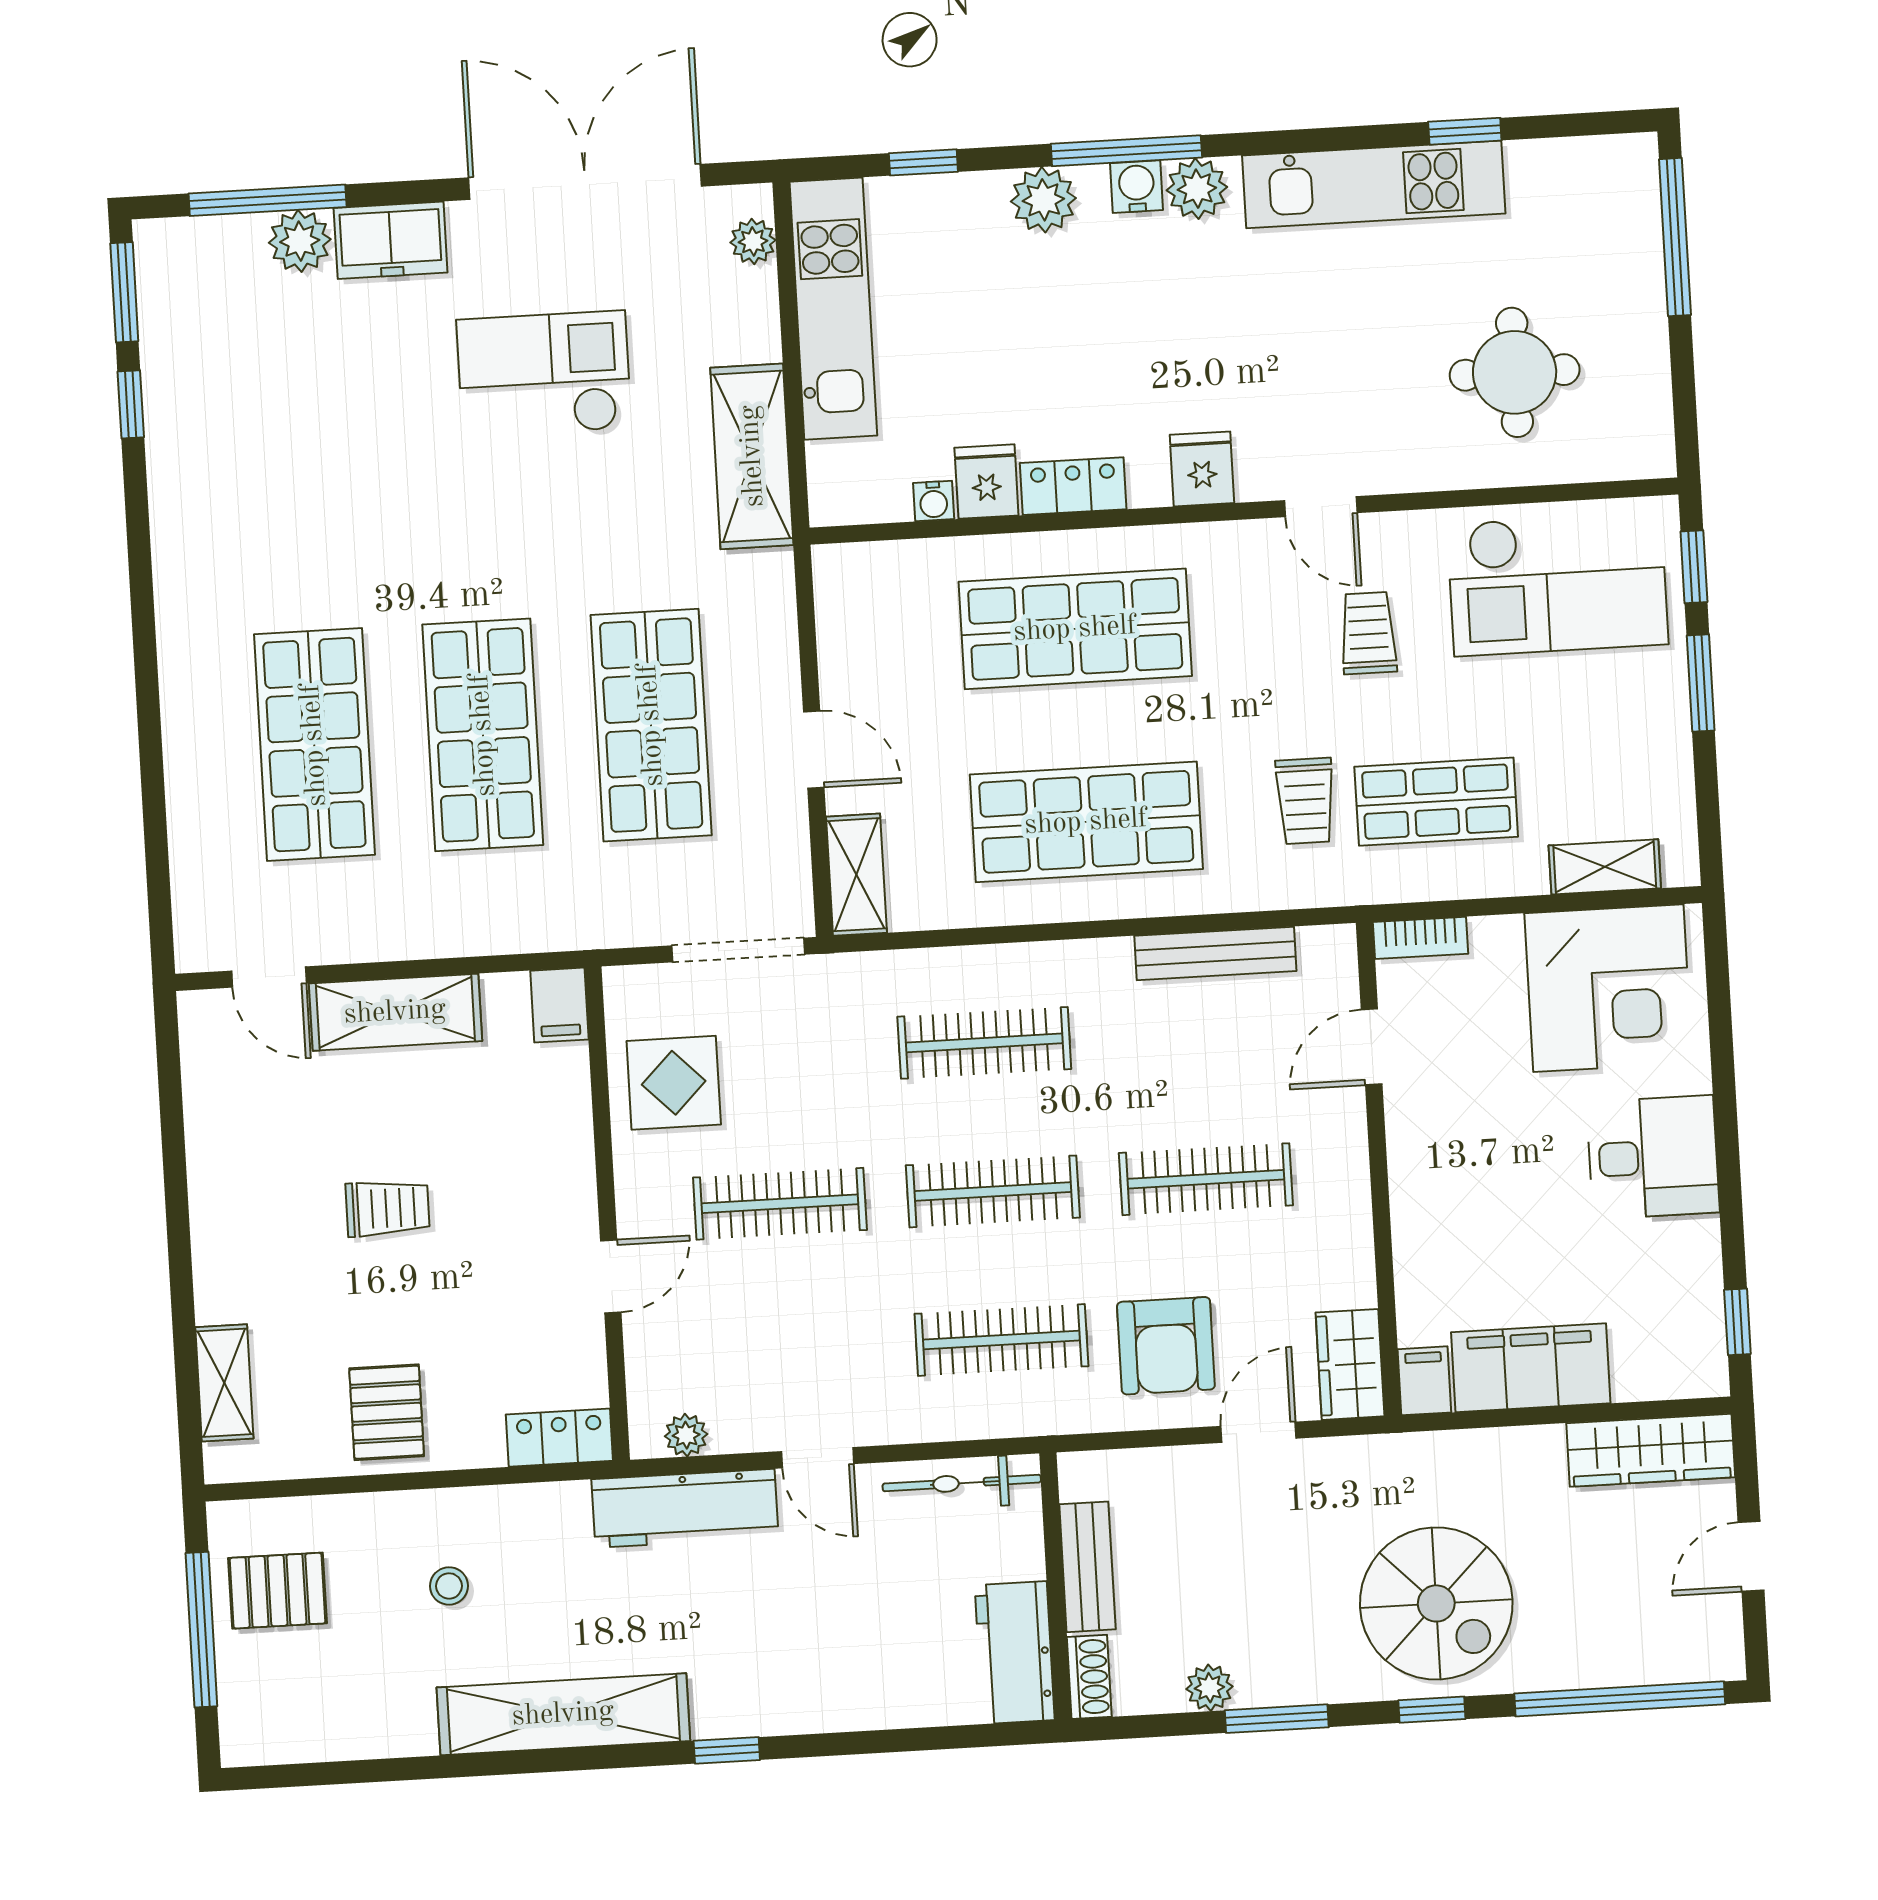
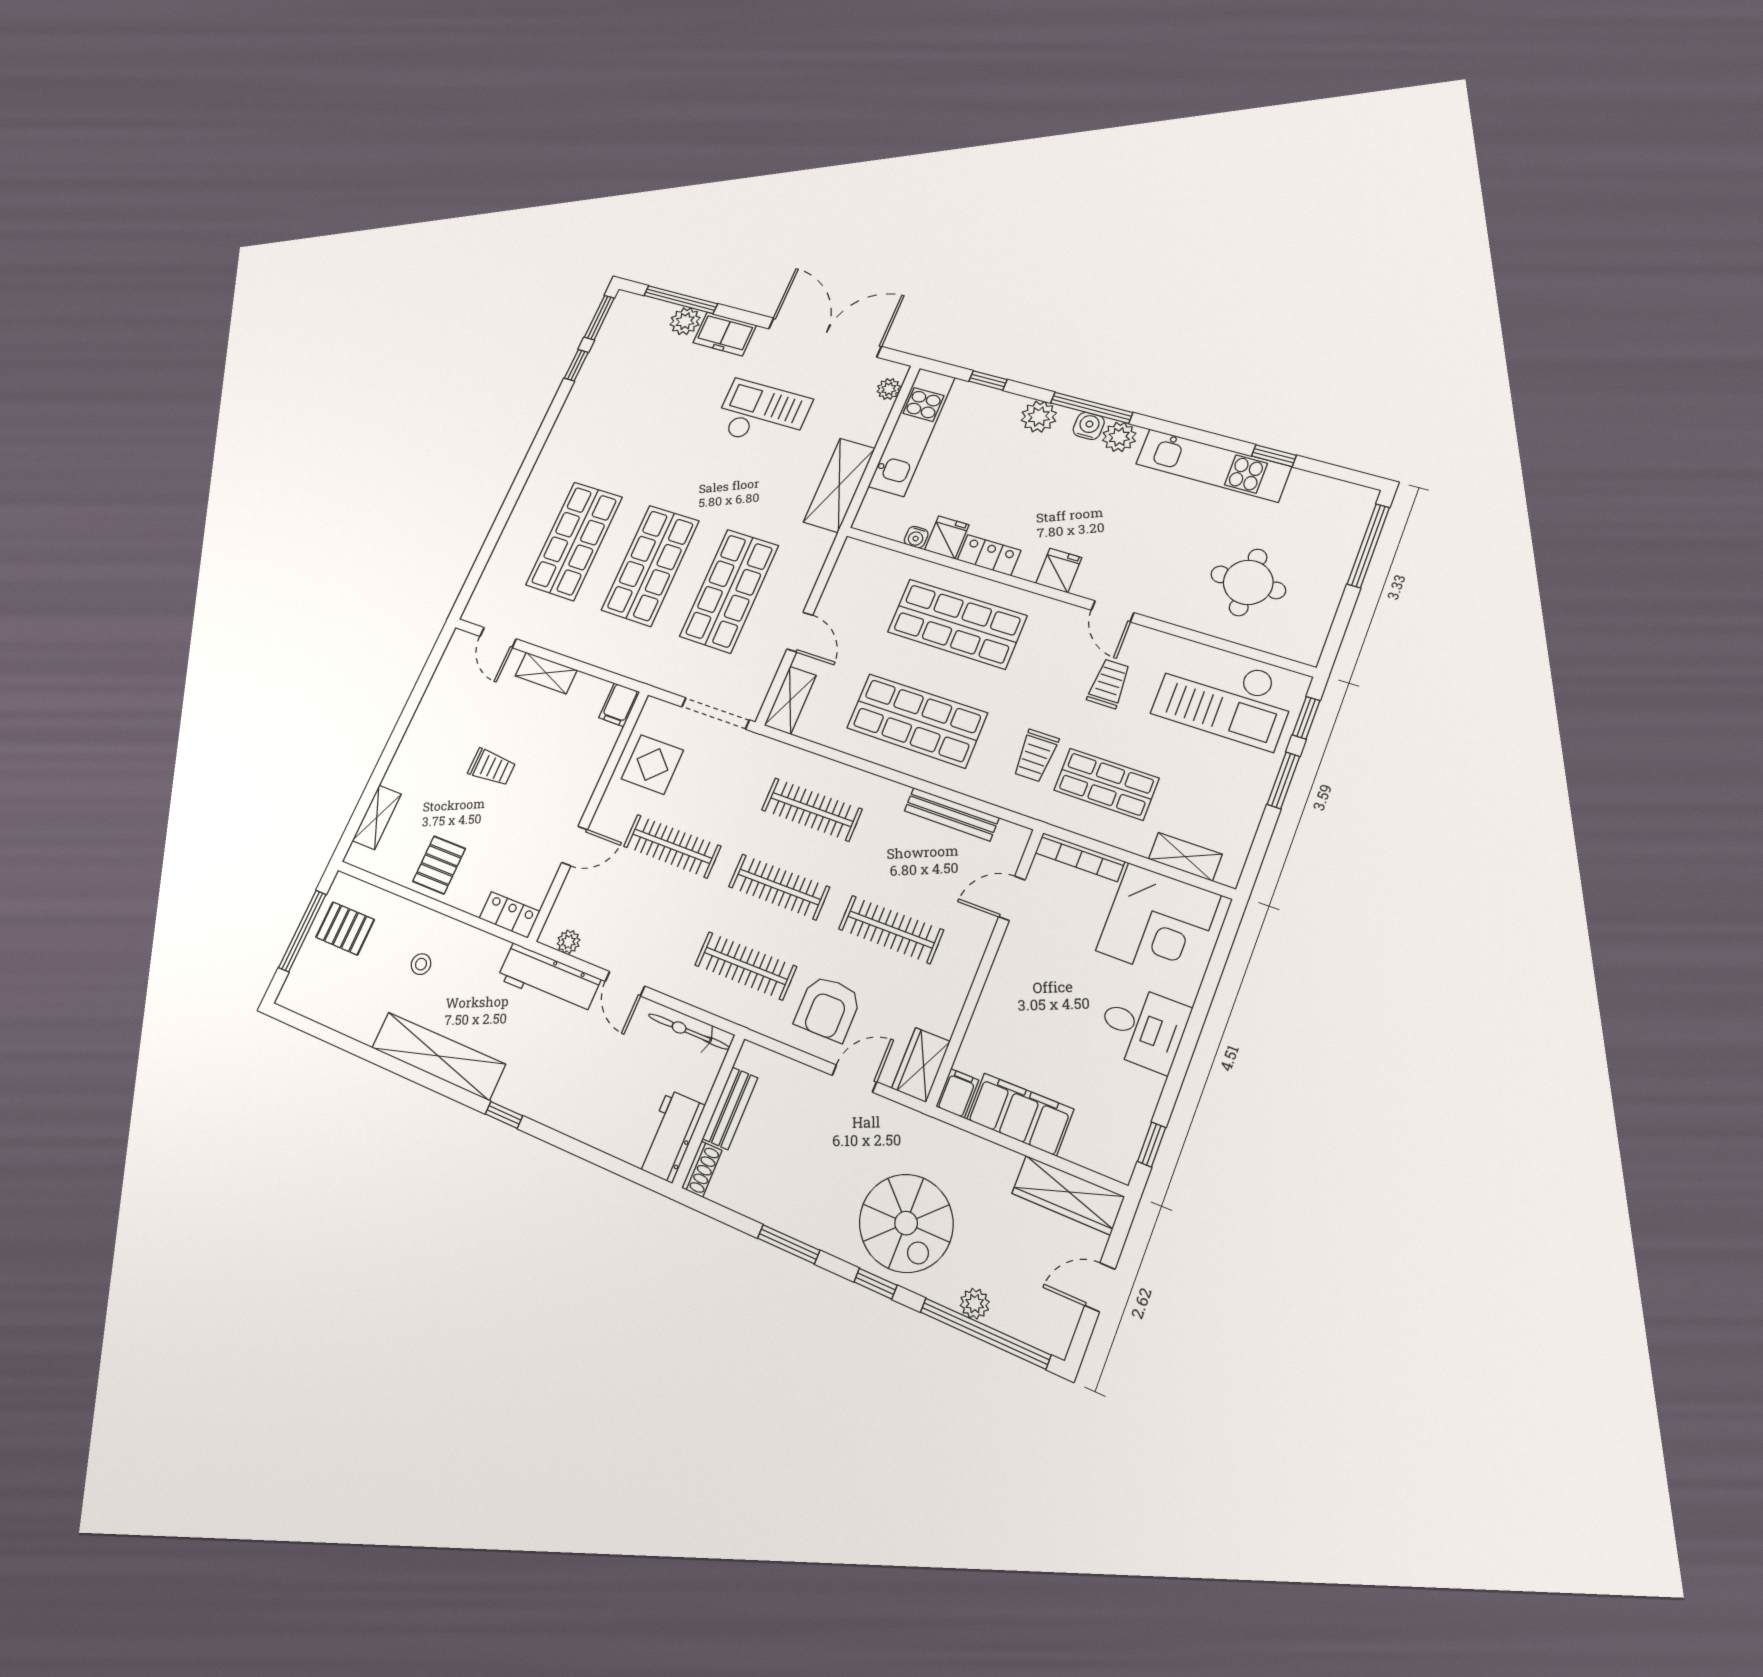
bookcase: (1420, 938) -> (1080, 857), width x1.56
shelving: (395, 1012) -> (546, 673), width x0.67, depth x0.75
plant: (1209, 1688) -> (975, 1304), moved

